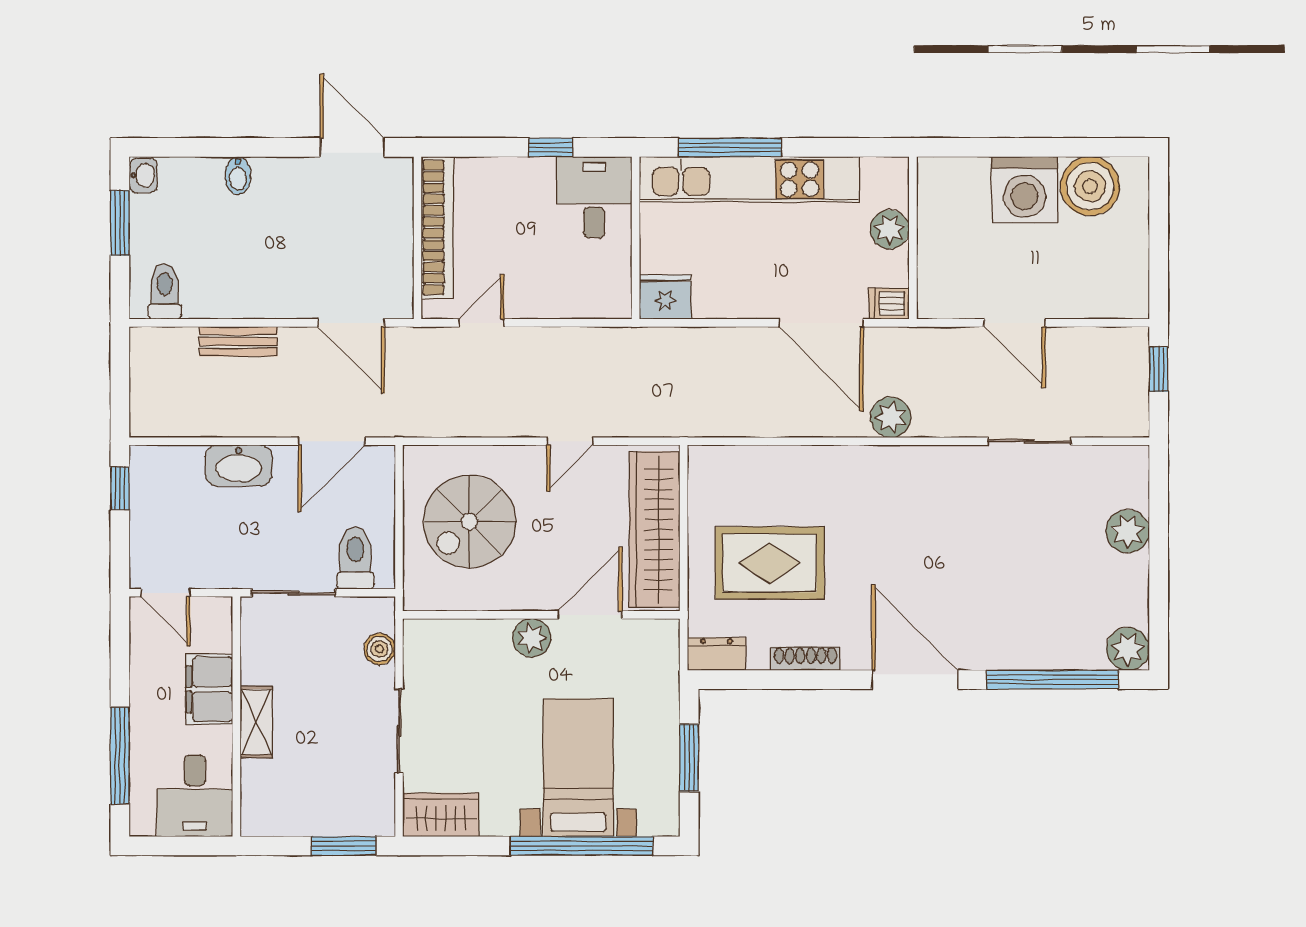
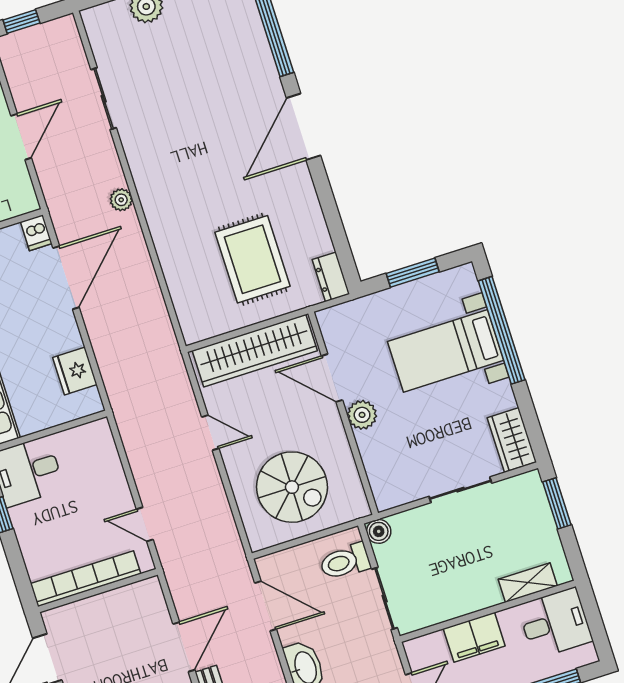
fridge: (665, 297) -> (75, 371), moved
door: (352, 323) -> (184, 647), moved
plant: (891, 417) -> (121, 200), width x0.73, depth x0.73
boiler: (380, 649) -> (379, 531), moved
shoe rack: (806, 659) -> (314, 211), removed
shelving: (256, 722) -> (528, 583), moved

